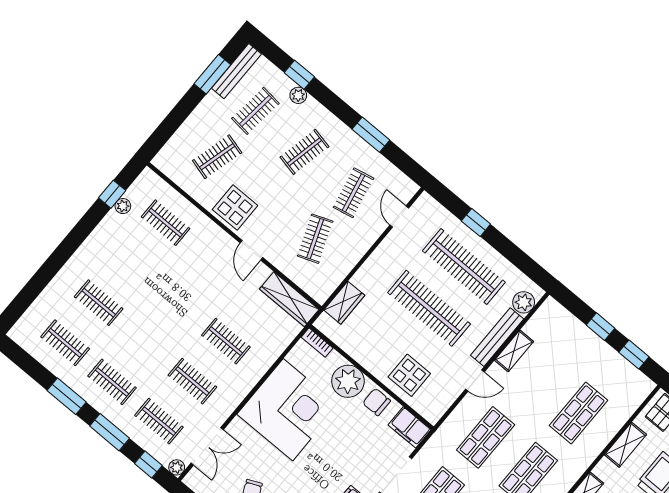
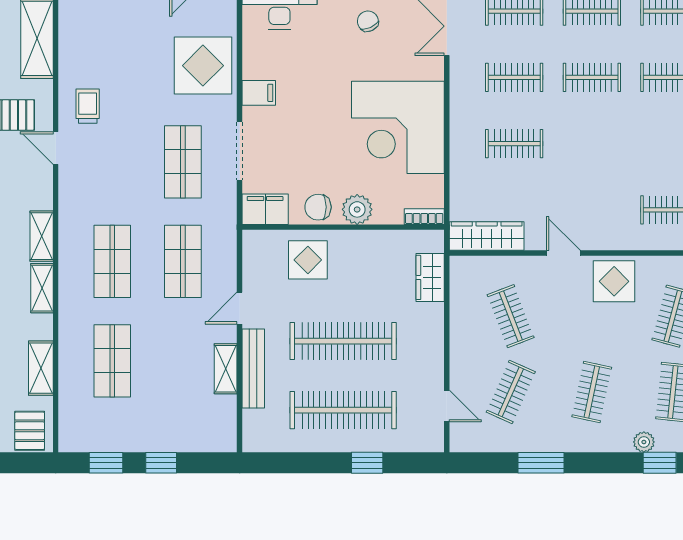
clothes rail: (353, 193) -> (511, 392), turned 36
plant: (524, 302) -> (256, 424), removed
clothes rail: (146, 342) -> (592, 77), added
plant: (348, 381) -> (357, 209), width x0.73, depth x0.73
chair: (377, 402) -> (318, 207), turned 180

